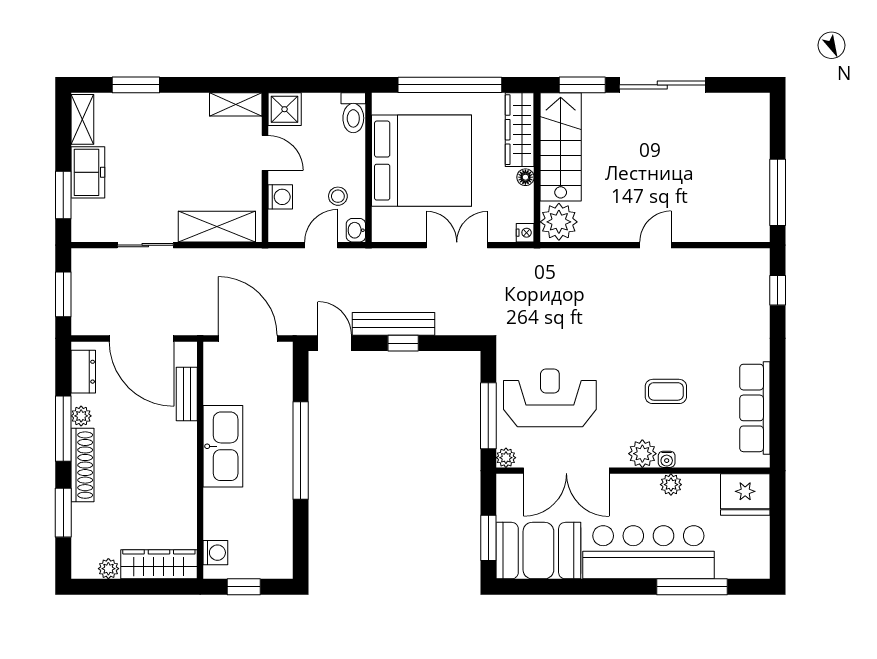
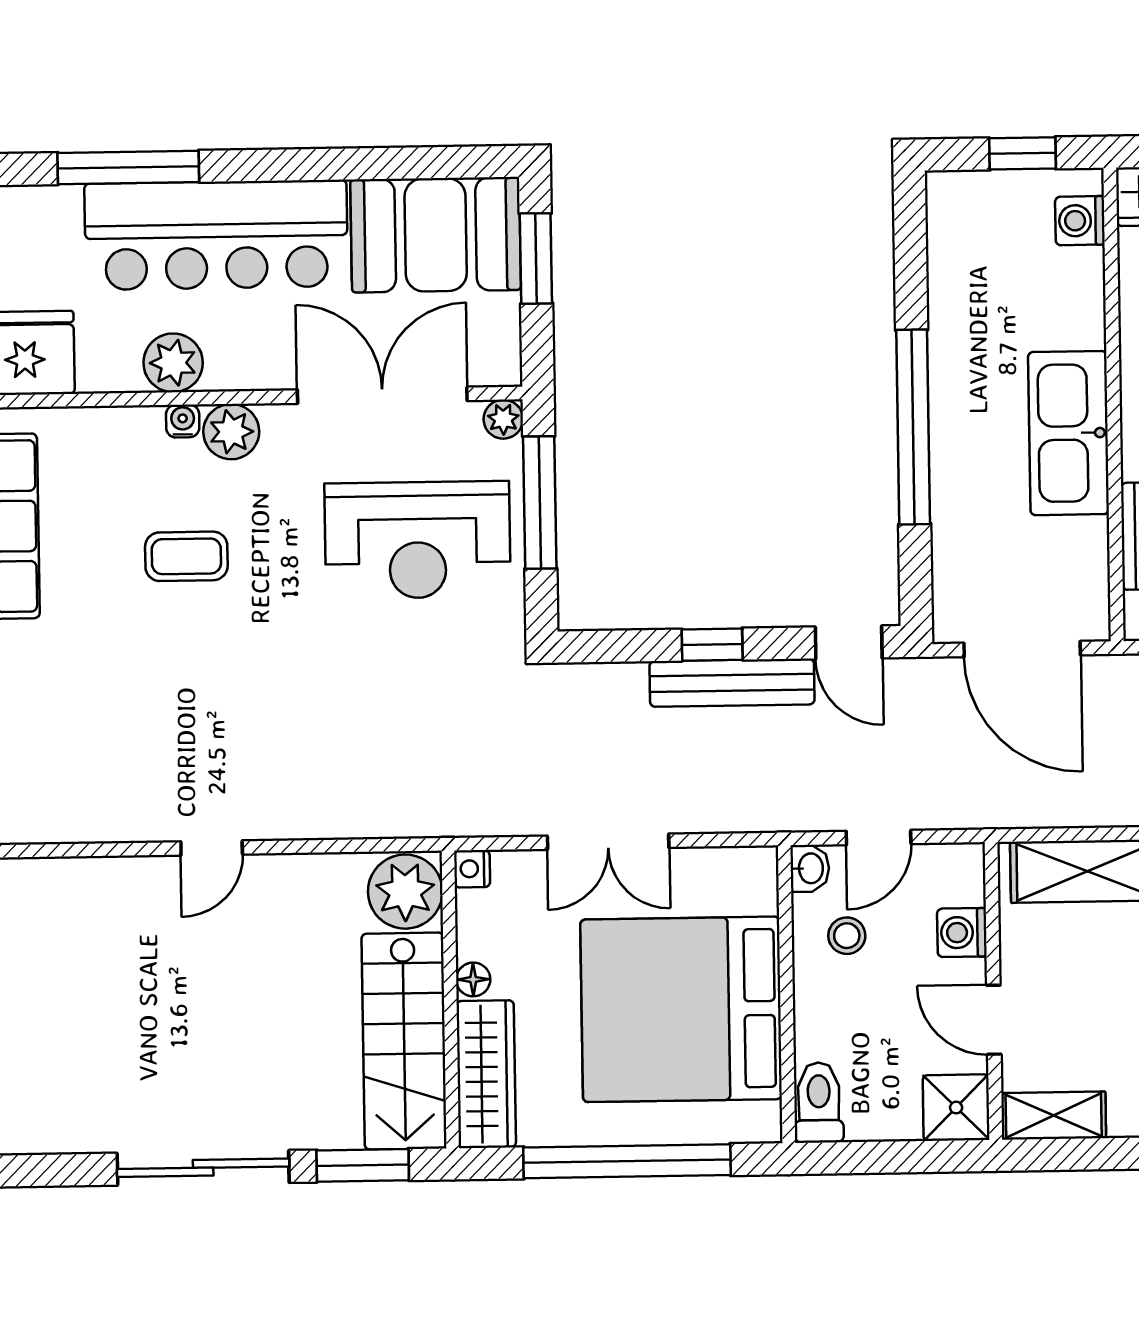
plant: (671, 485) -> (173, 363), width x1.38, depth x1.38

